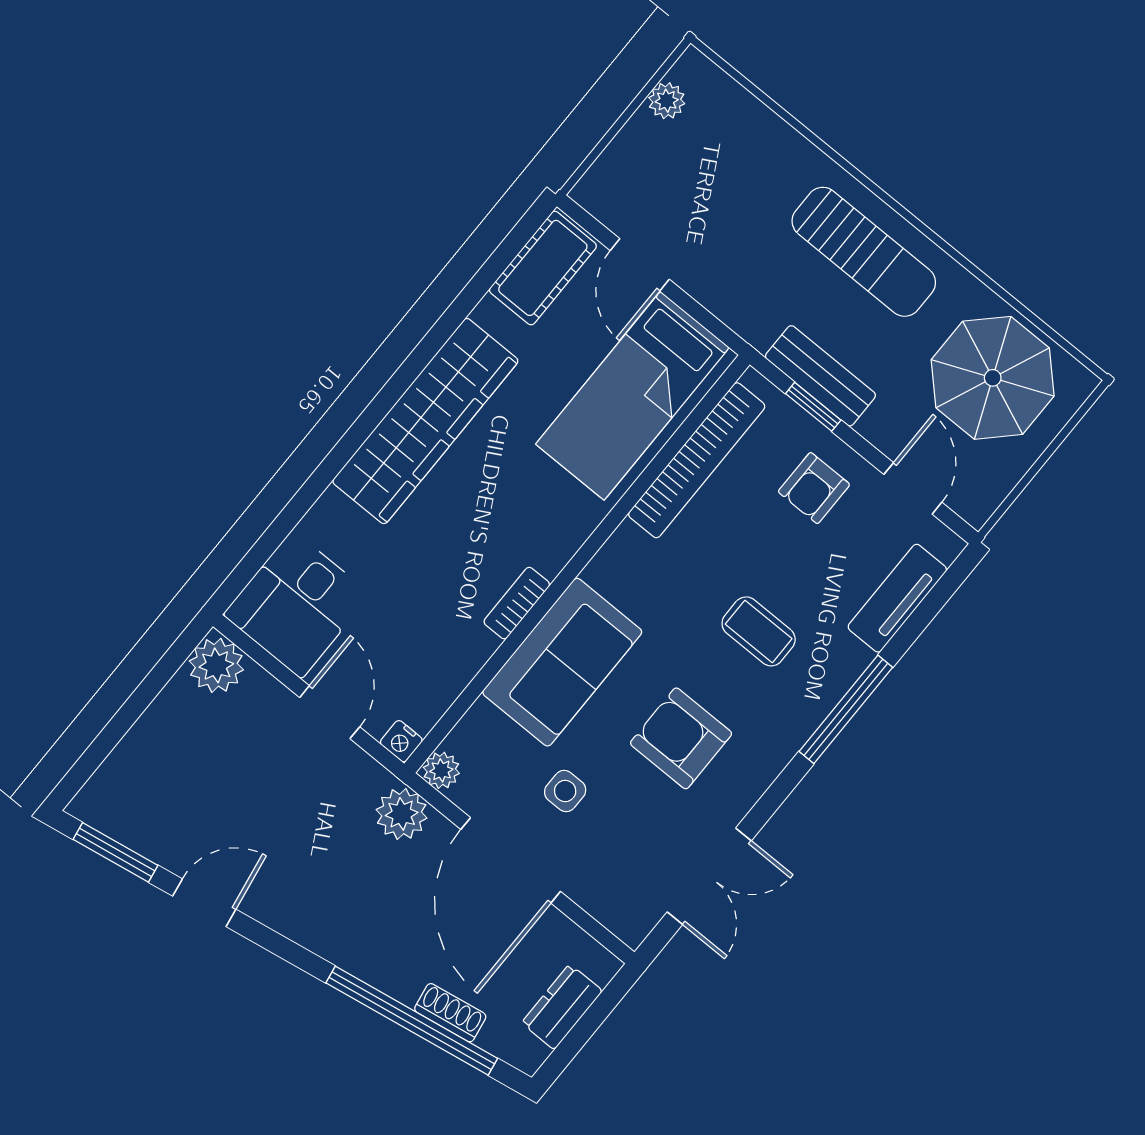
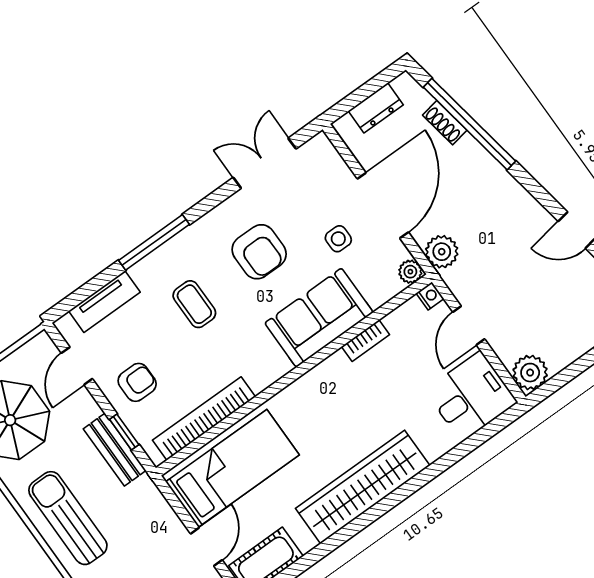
bookcase: (517, 603) -> (366, 341), moved

